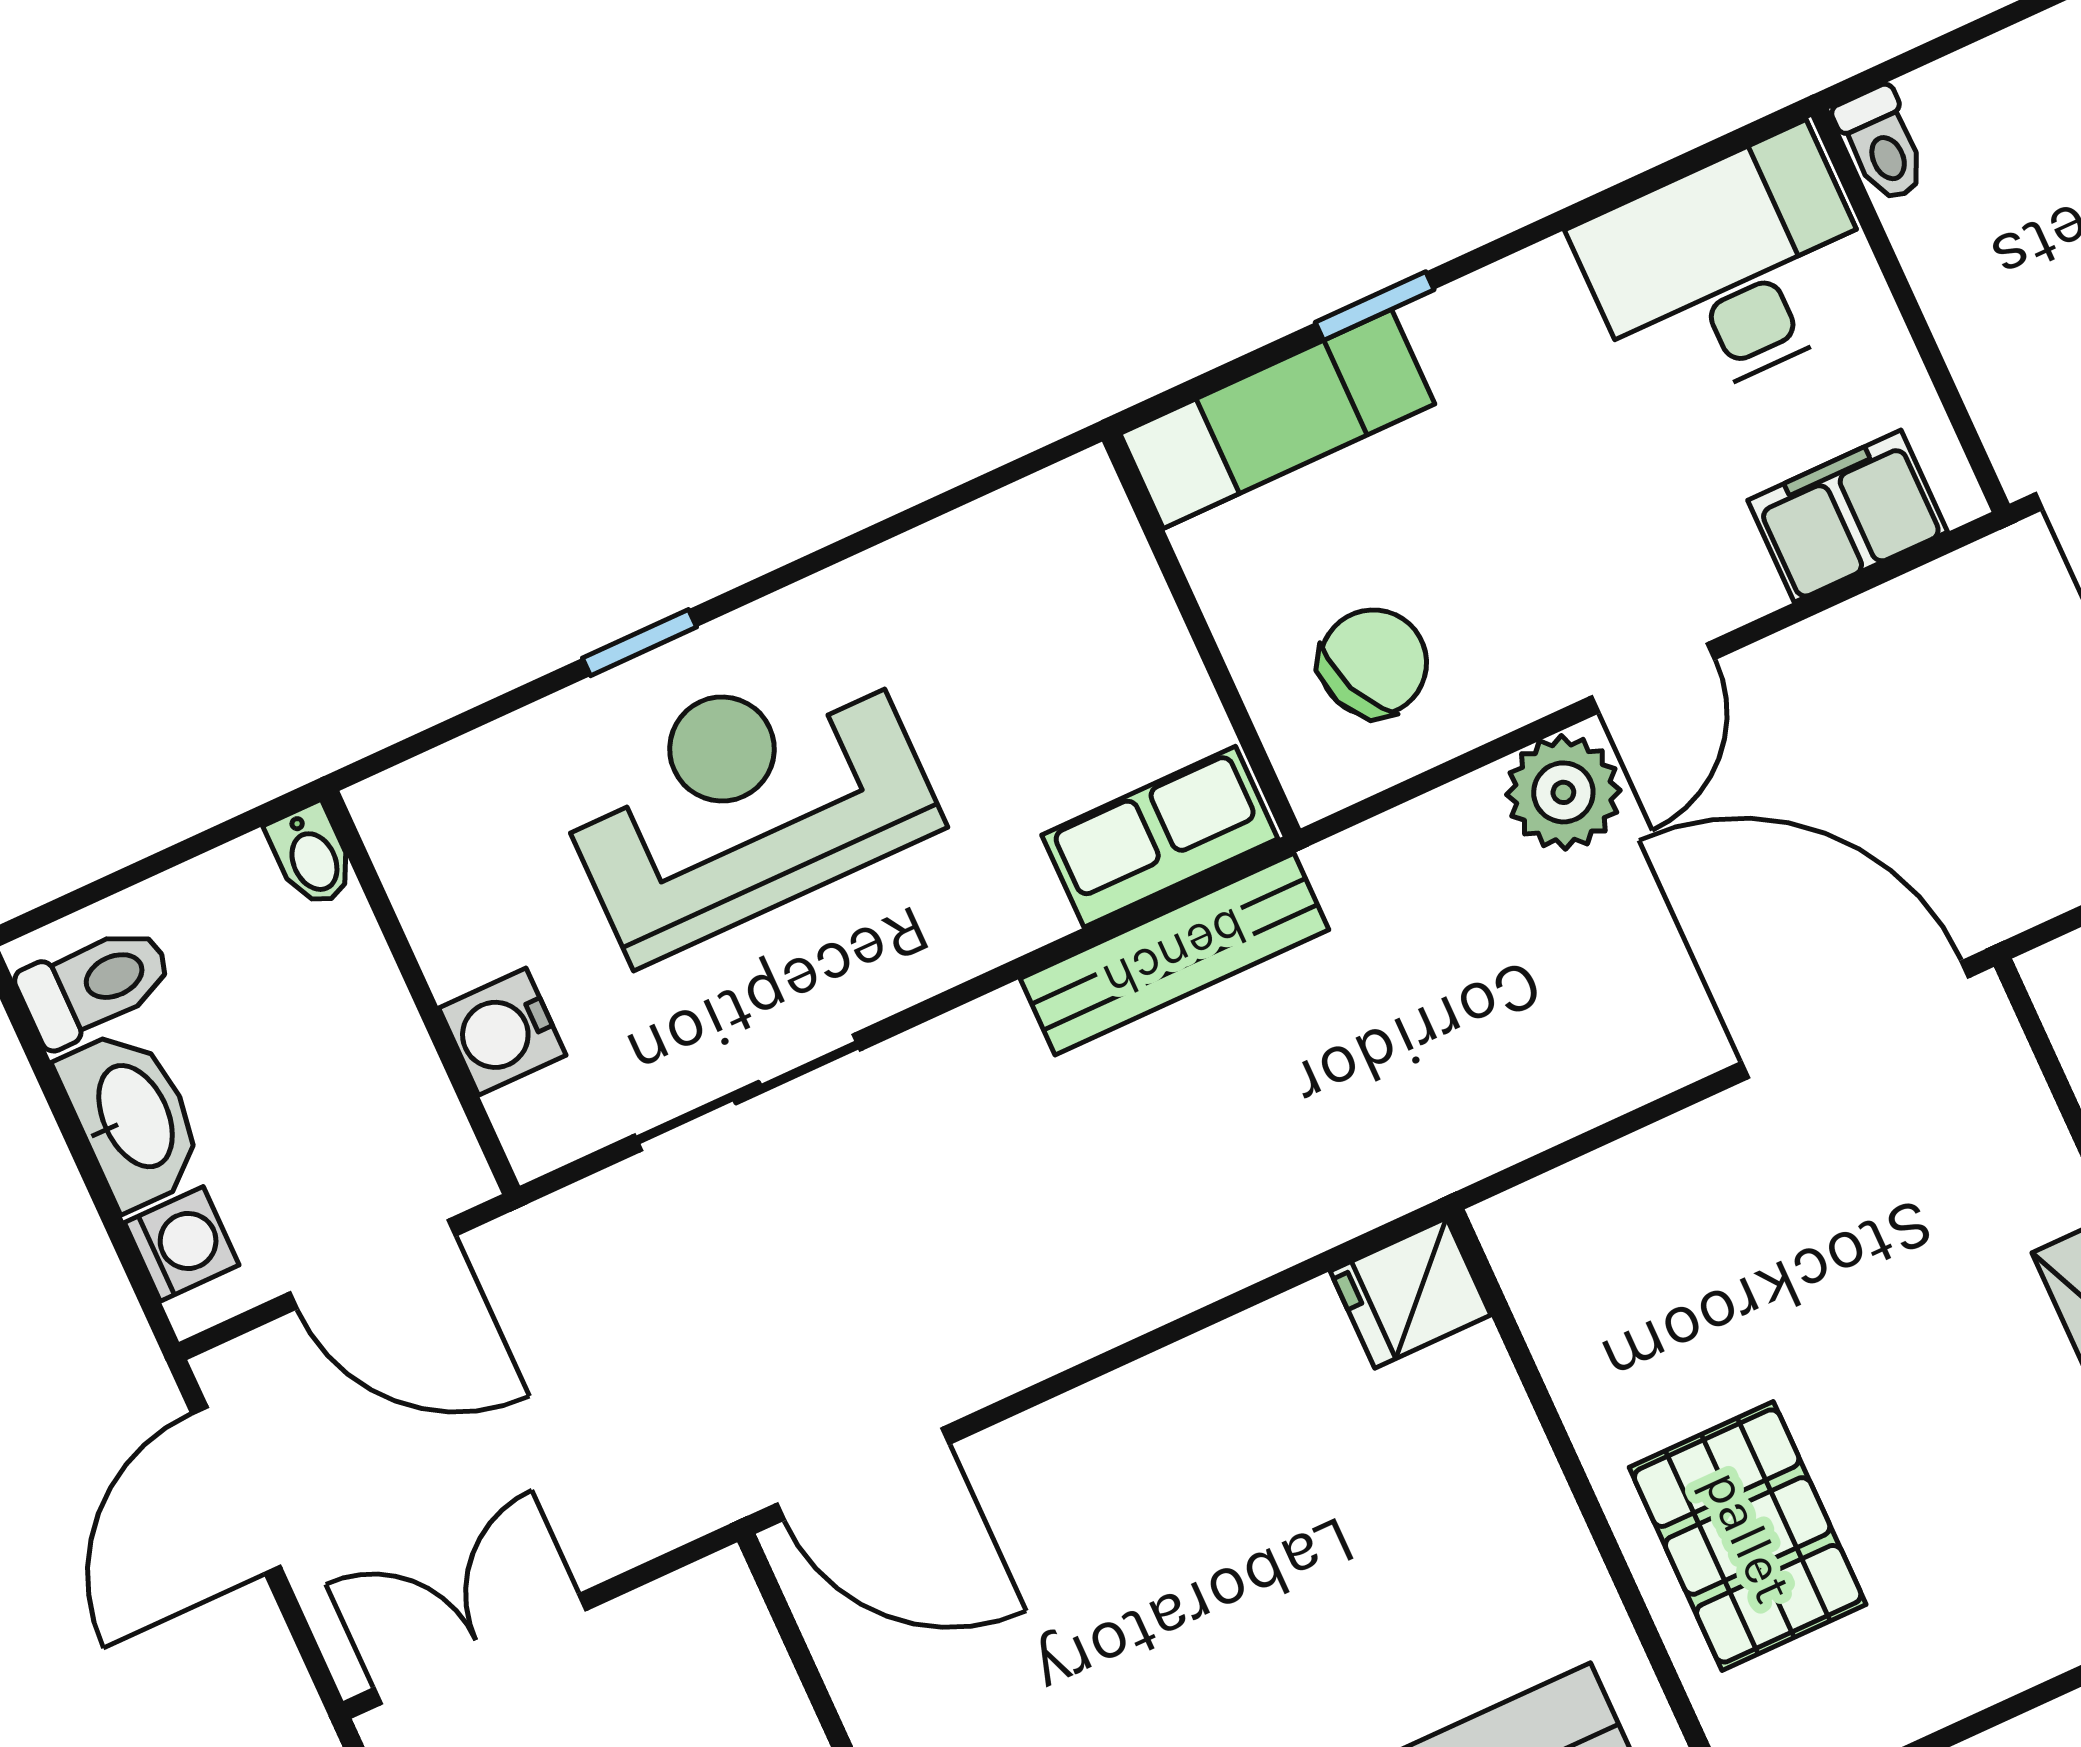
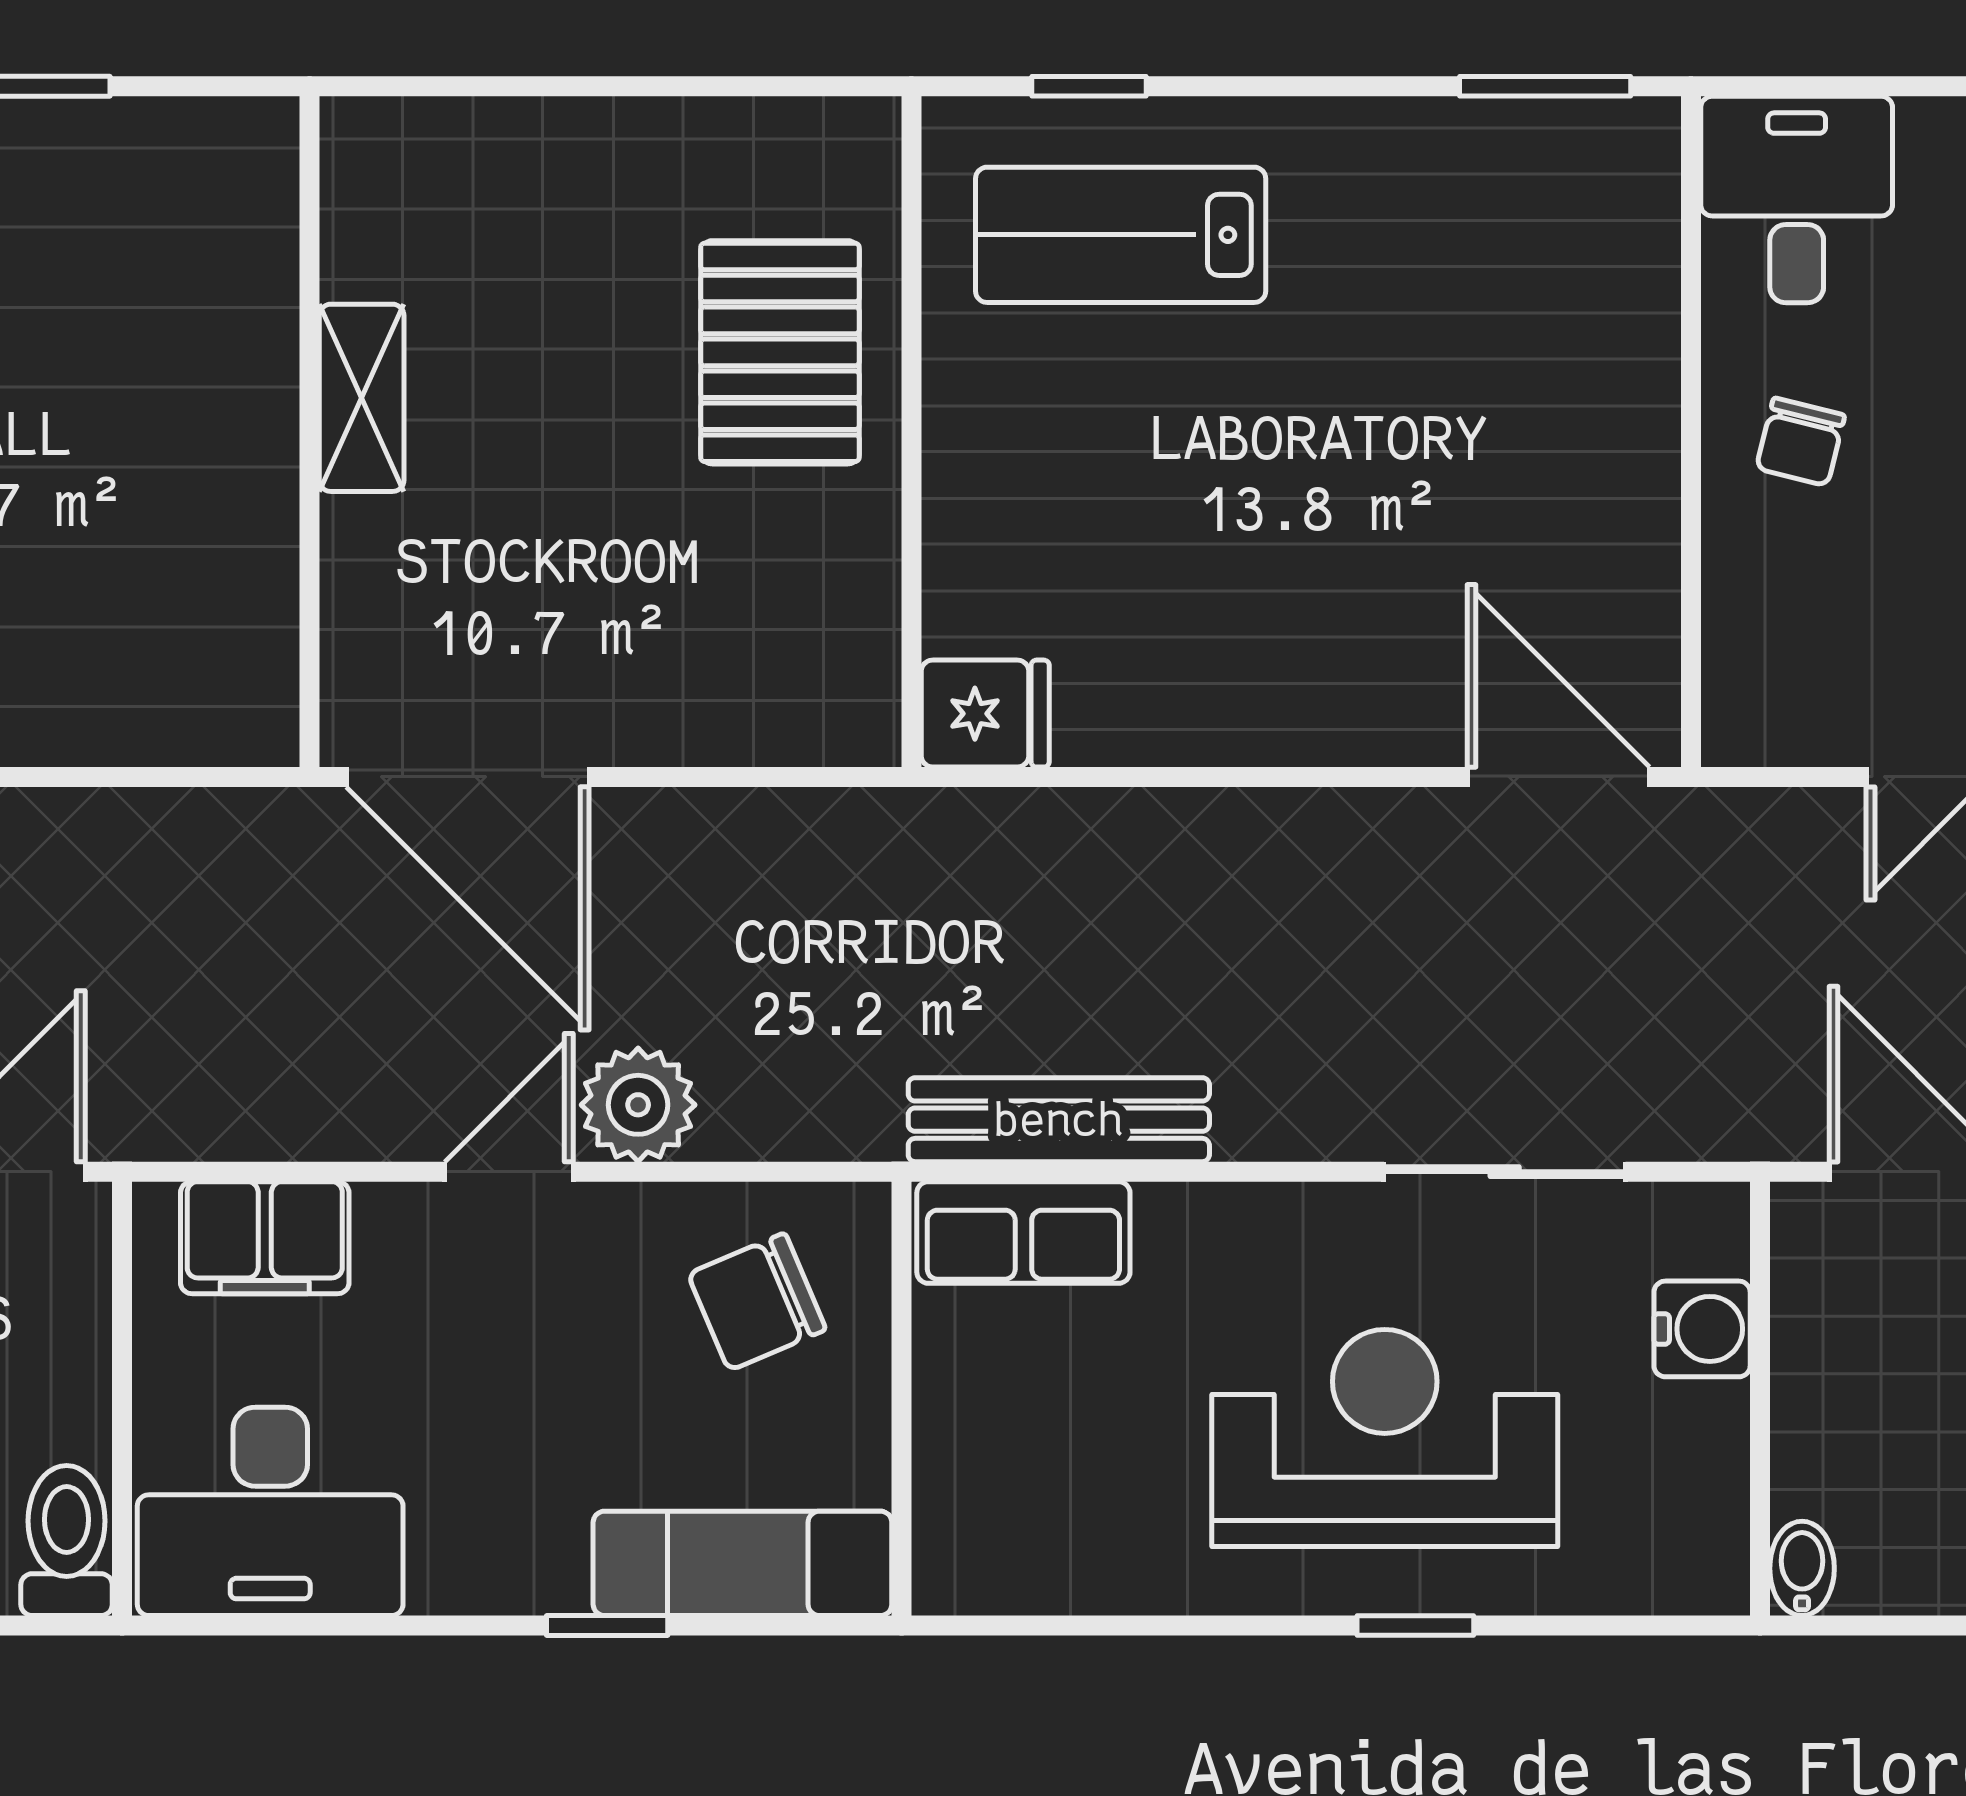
toilet: (1882, 144) -> (67, 1541), width x1.37, depth x1.39
reception desk: (746, 800) -> (1385, 1438), turned 180

